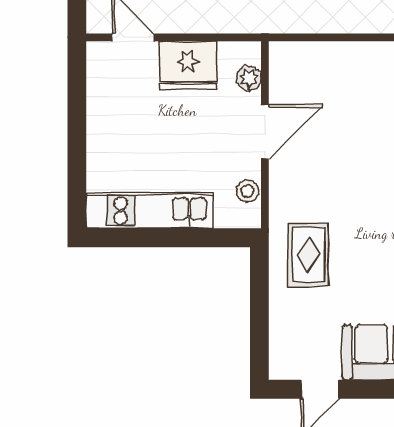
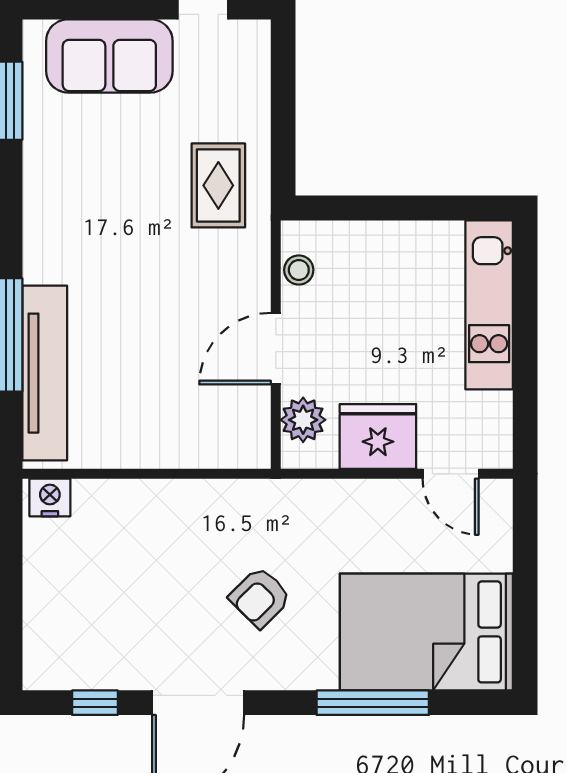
plant: (249, 78) -> (303, 420), width x1.38, depth x1.38
kitchen unit: (150, 211) -> (489, 305), moved, turned 90

